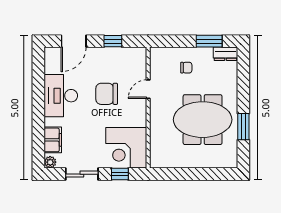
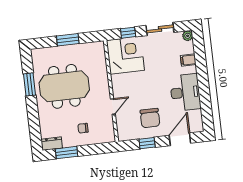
chair: (107, 94) -> (150, 118), moved, turned 90
filing cabinet: (53, 140) -> (188, 60), width x0.50
window: (192, 174) -> (68, 40), added

